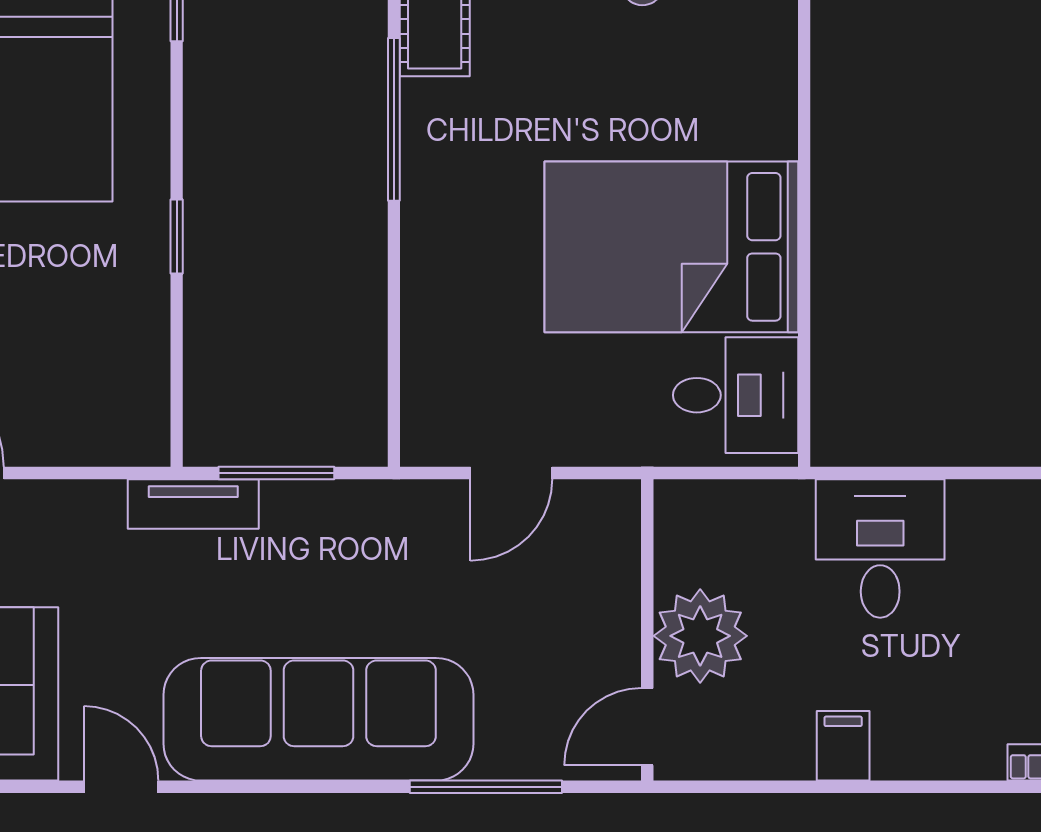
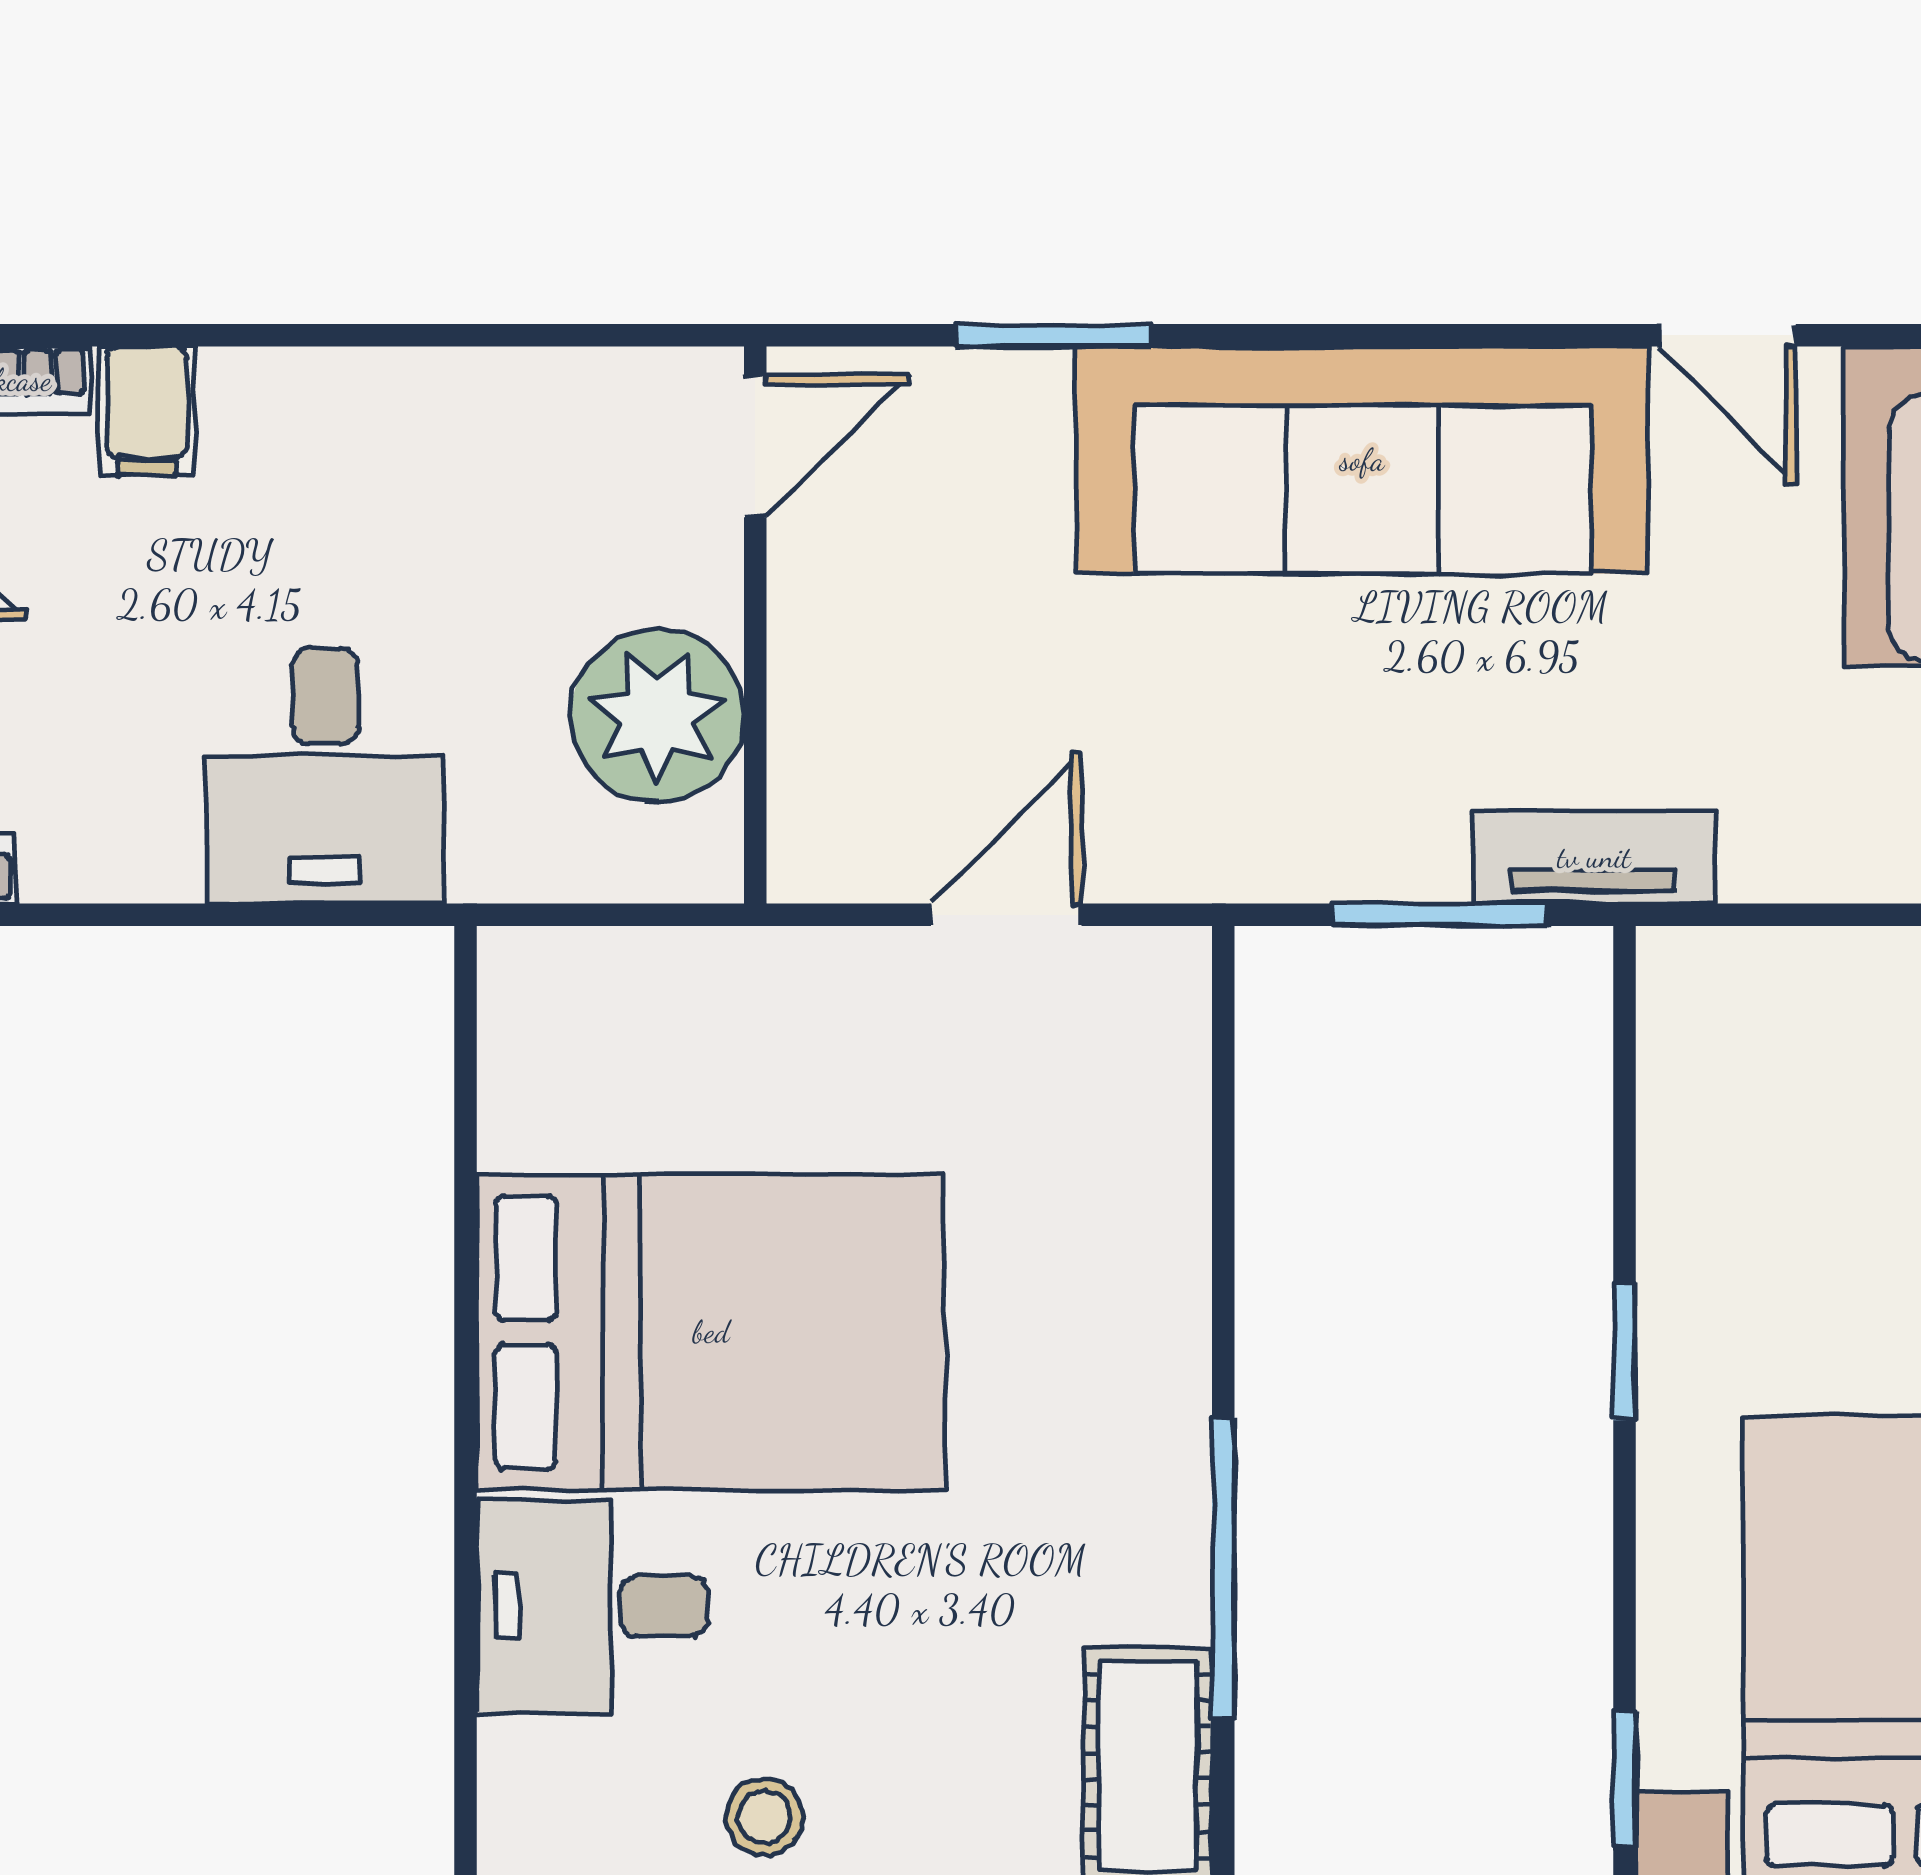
desk: (736, 395) -> (592, 1606), moved
plant: (700, 636) -> (657, 716), moved
filing cabinet: (843, 746) -> (147, 411), moved
window: (486, 787) -> (1053, 335), width x0.69

